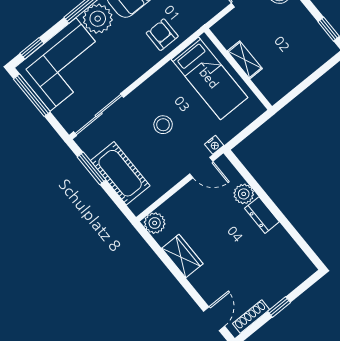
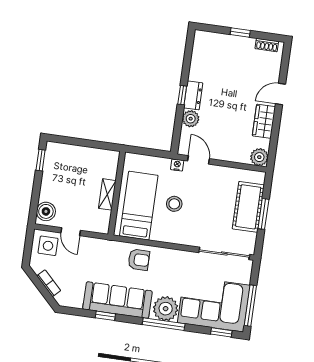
armchair: (162, 35) -> (139, 260), turned -90
stool: (163, 125) -> (174, 204), moved
window: (92, 168) -> (263, 214), moved
window: (271, 206) -> (182, 95), added
shoe rack: (251, 317) -> (267, 45), width x0.70
door: (214, 319) -> (281, 94), moved

